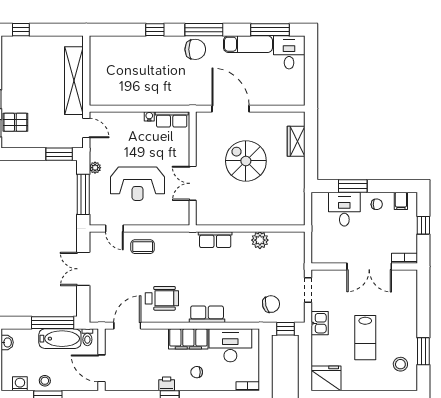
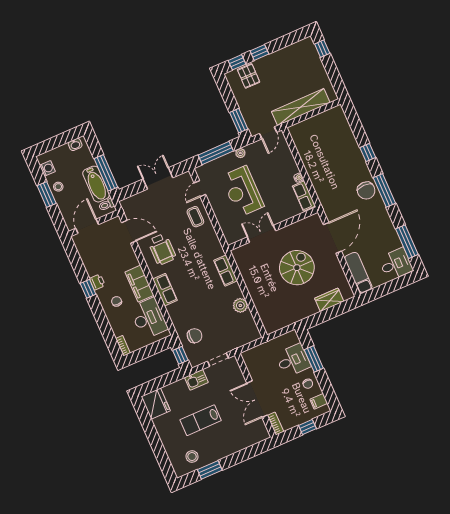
exam couch: (248, 44) -> (358, 273), moved, turned 180
chair: (271, 304) -> (195, 336), turned -76

